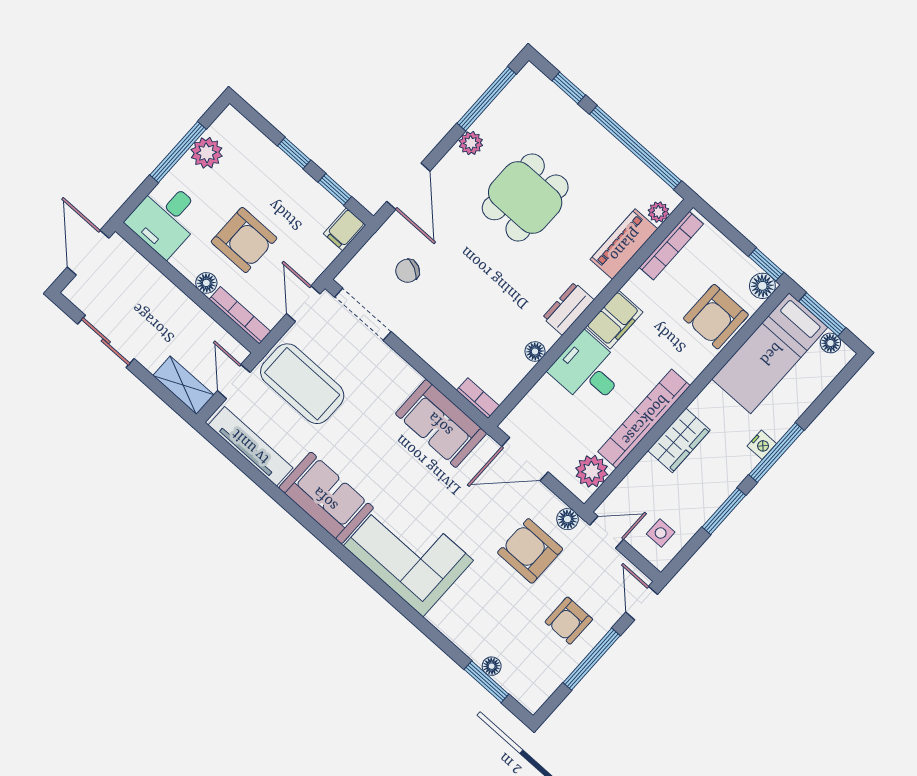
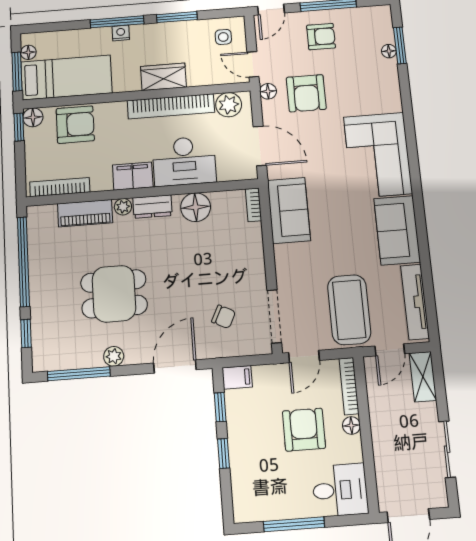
plant: (207, 153) -> (277, 506), removed
plant: (659, 212) -> (123, 207), moved
floor lamp: (535, 351) -> (196, 207), width x1.89, depth x1.89
desk: (588, 370) -> (184, 161), width x1.37

